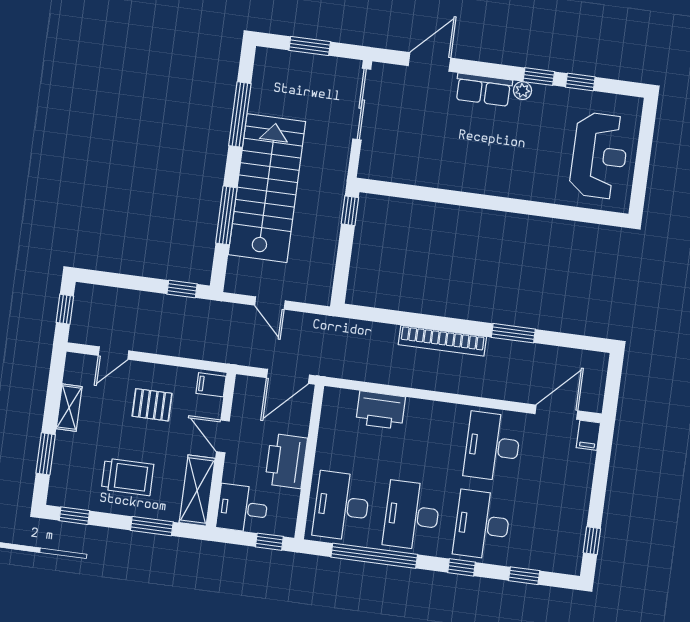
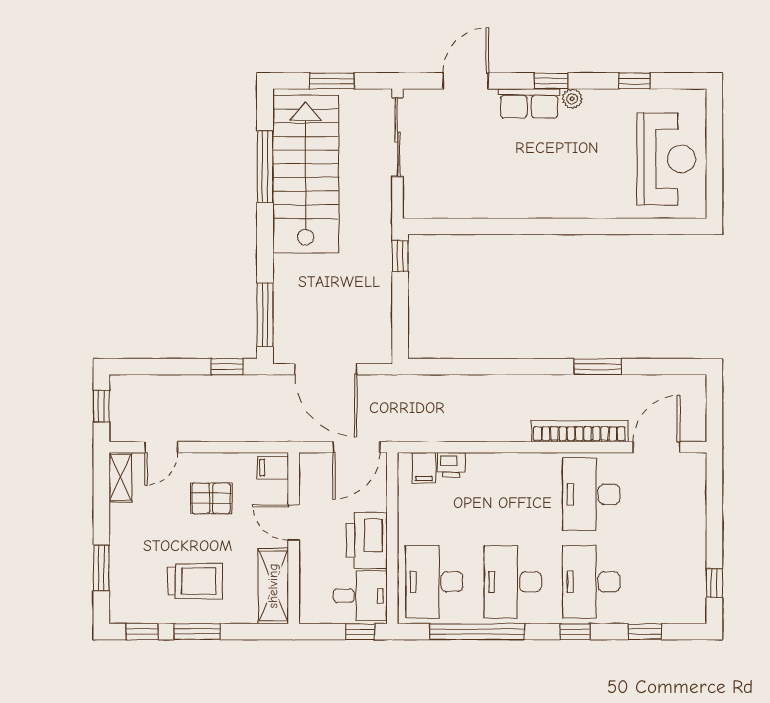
window: (539, 77) -> (551, 81), moved
stairs: (267, 188) -> (306, 174), moved
window: (226, 215) -> (265, 315), moved
door: (270, 303) -> (326, 369), width x1.88
bookcase: (442, 341) -> (579, 431), moved, turned 180
shelving: (69, 408) -> (120, 477), moved
printer: (381, 410) -> (451, 465), width x0.53, depth x0.68
filing cabinet: (588, 435) -> (424, 468), moved
desk: (242, 508) -> (360, 596), moved, turned 180
window: (152, 526) -> (197, 632), moved

